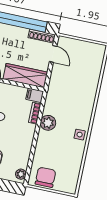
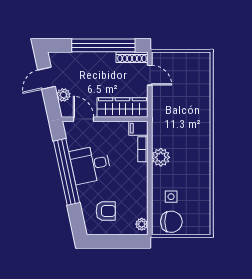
side table: (80, 135) -> (171, 197), moved
chair: (46, 177) -> (171, 222), turned 90

